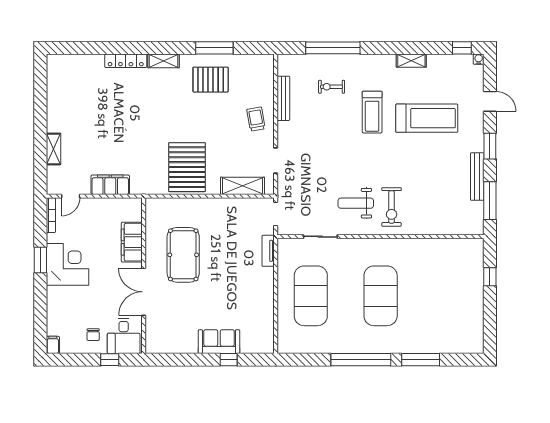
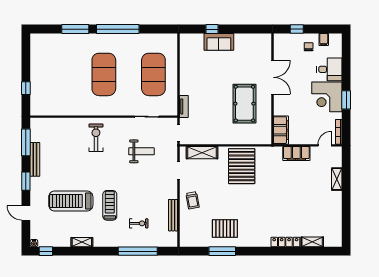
shelving: (163, 61) -> (312, 242), moved
weight bench: (356, 203) -> (141, 151), moved
filing cabinet: (132, 242) -> (281, 130), moved
desk: (124, 336) -> (329, 69), moved, turned 90
filing cabinet: (53, 345) -> (324, 39), moved

